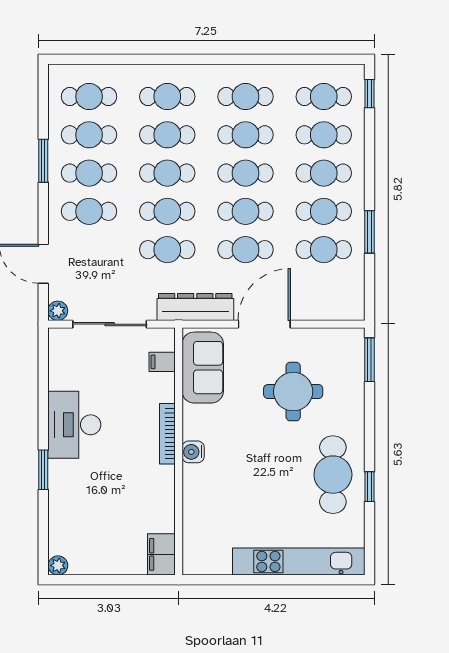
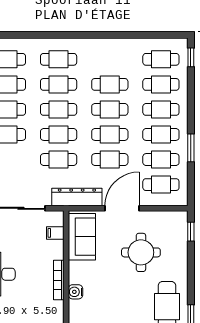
cafe table: (246, 97) -> (161, 185), moved
window: (370, 360) -> (191, 232), width x0.67

